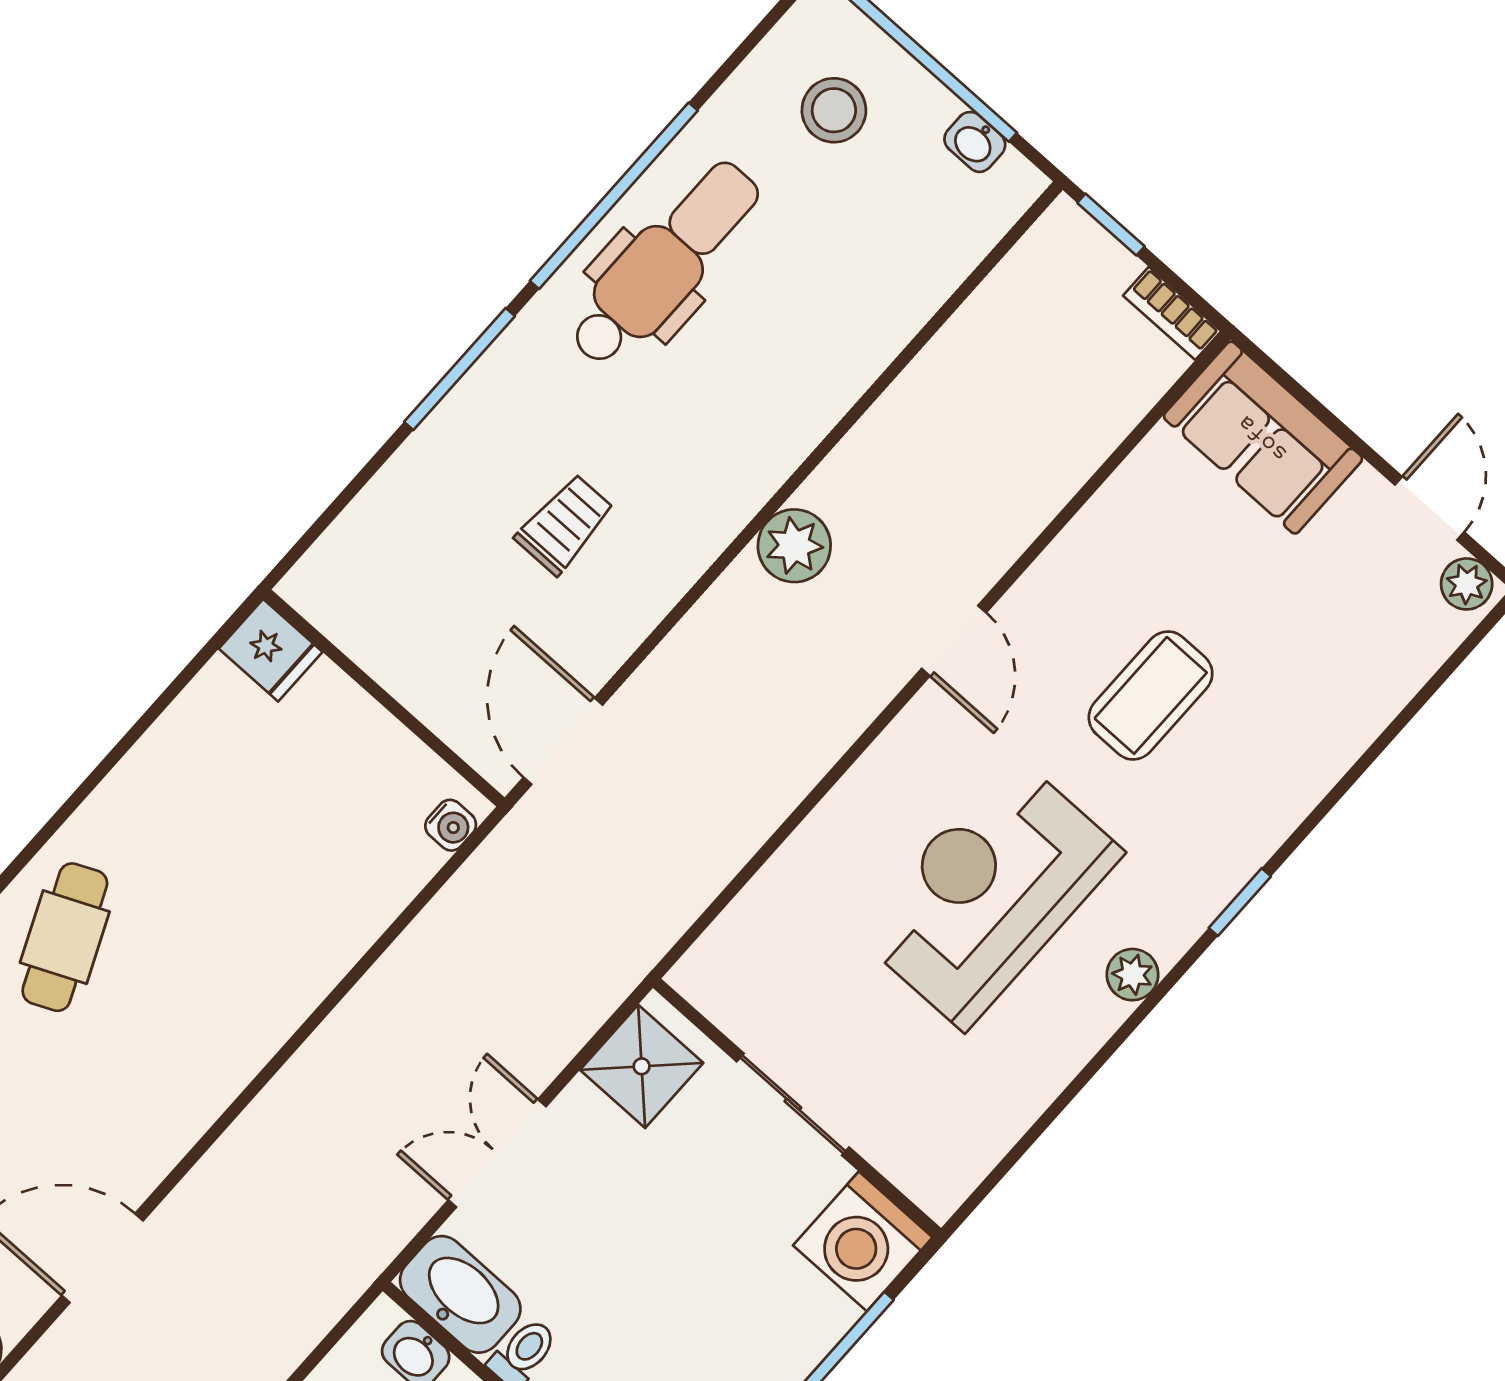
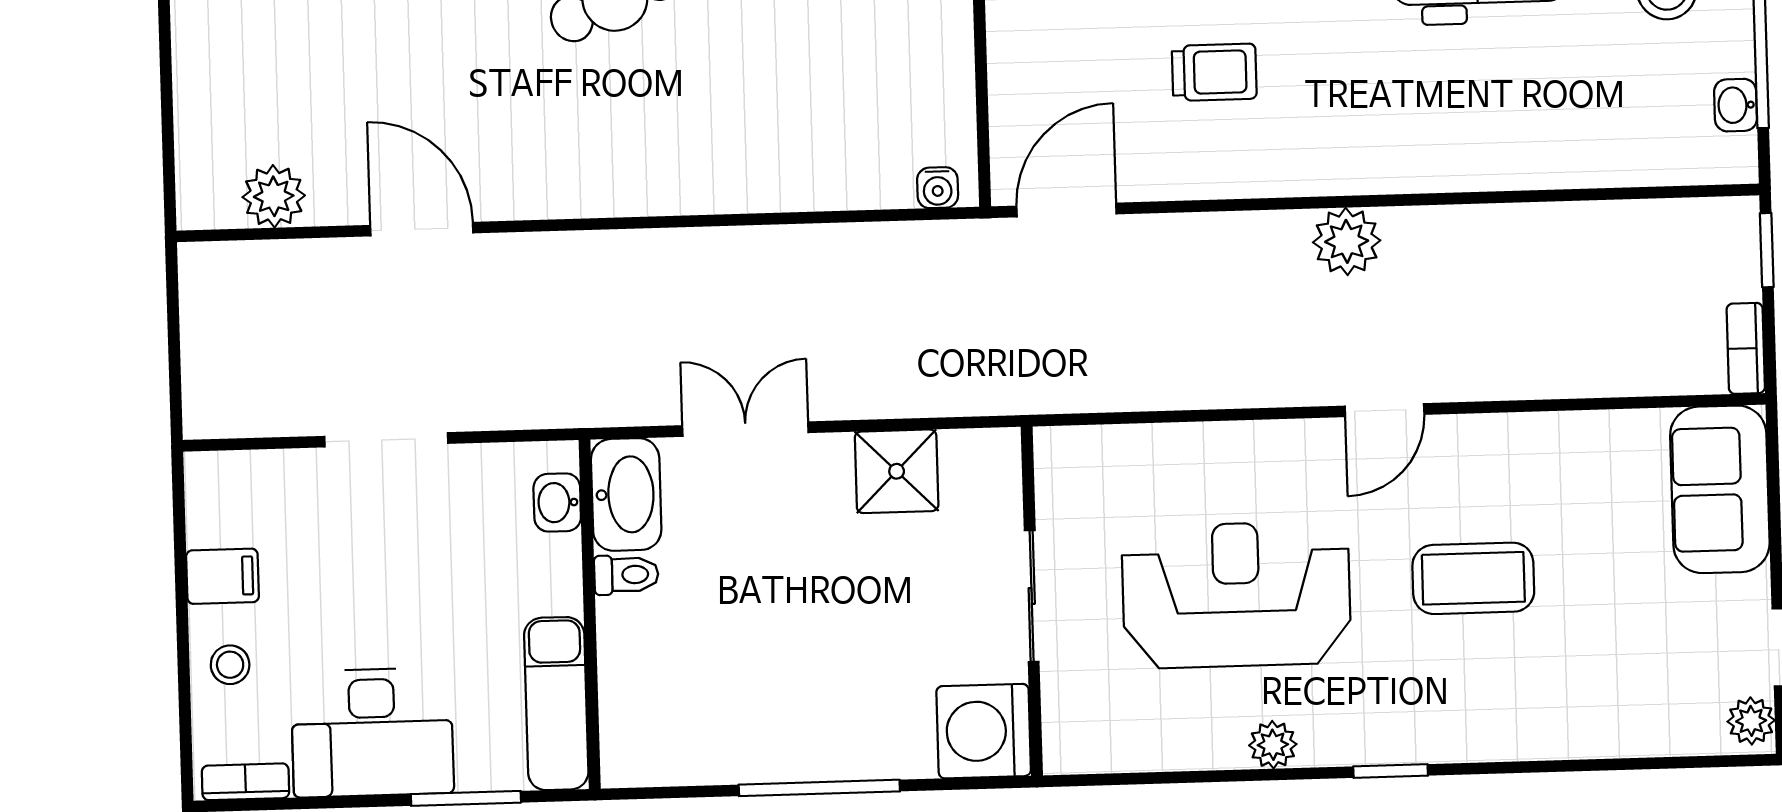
sliding door: (793, 1104) -> (1032, 596), moved
wall: (797, 1108) -> (1032, 601), moved
washing machine: (863, 1241) -> (984, 731), moved

